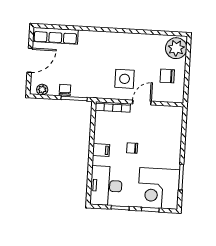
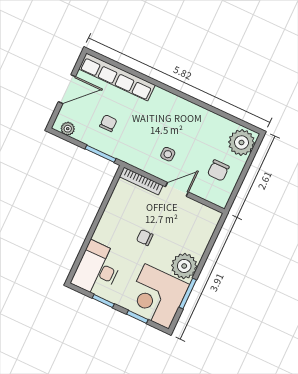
row of seats: (55, 36) -> (117, 77), width x1.36
chair: (167, 76) -> (218, 170), turned -90
side table: (125, 79) -> (168, 154), width x0.54, depth x0.54
chair: (65, 90) -> (108, 123), moved
filing cabinet: (101, 150) -> (108, 226), removed
plant: (170, 158) -> (184, 266), added

